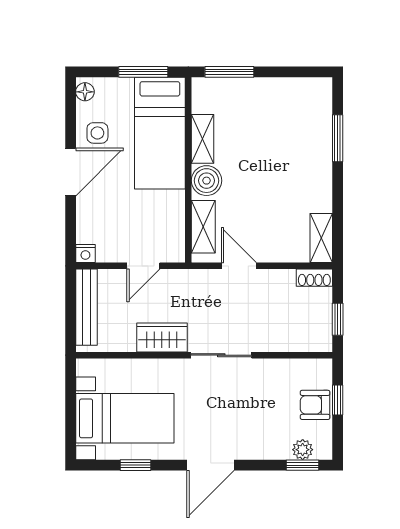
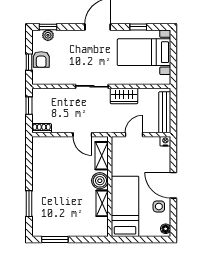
window: (143, 72) -> (134, 240), removed
window: (229, 72) -> (55, 240), moved
door: (71, 172) -> (173, 185), hinge flipped
shelving: (321, 238) -> (38, 150), removed
armchair: (315, 405) -> (41, 59), turned 90

